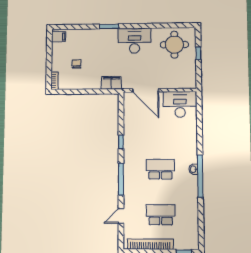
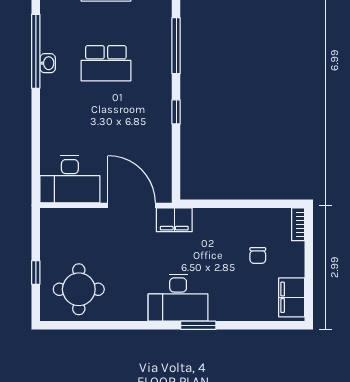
filing cabinet: (59, 37) -> (292, 297), width x2.00
desk: (135, 41) -> (178, 298), moved
filing cabinet: (111, 83) -> (174, 220), moved

